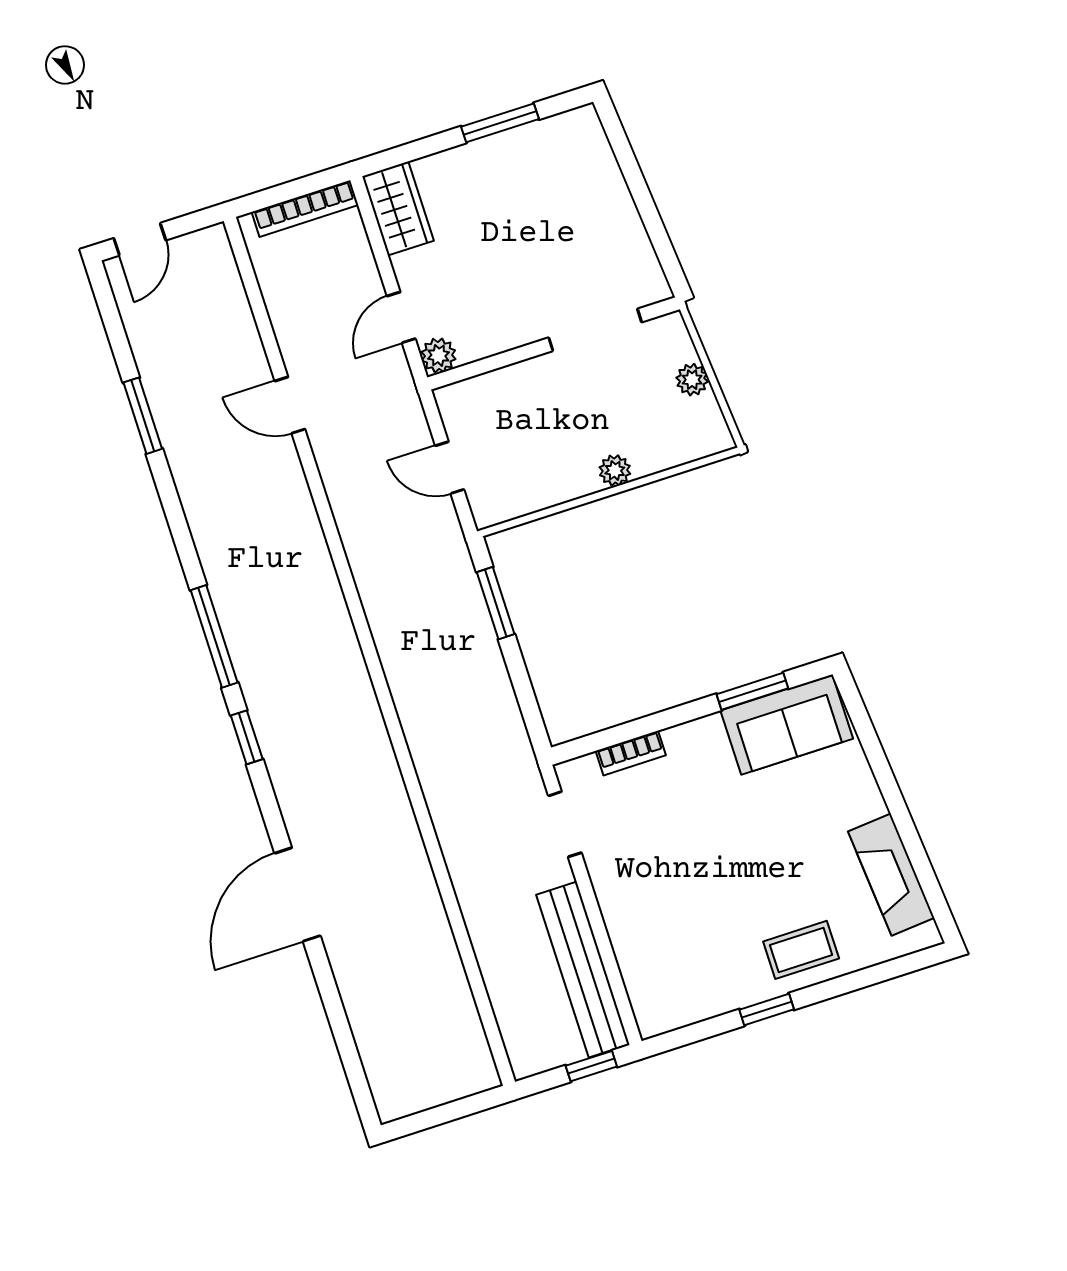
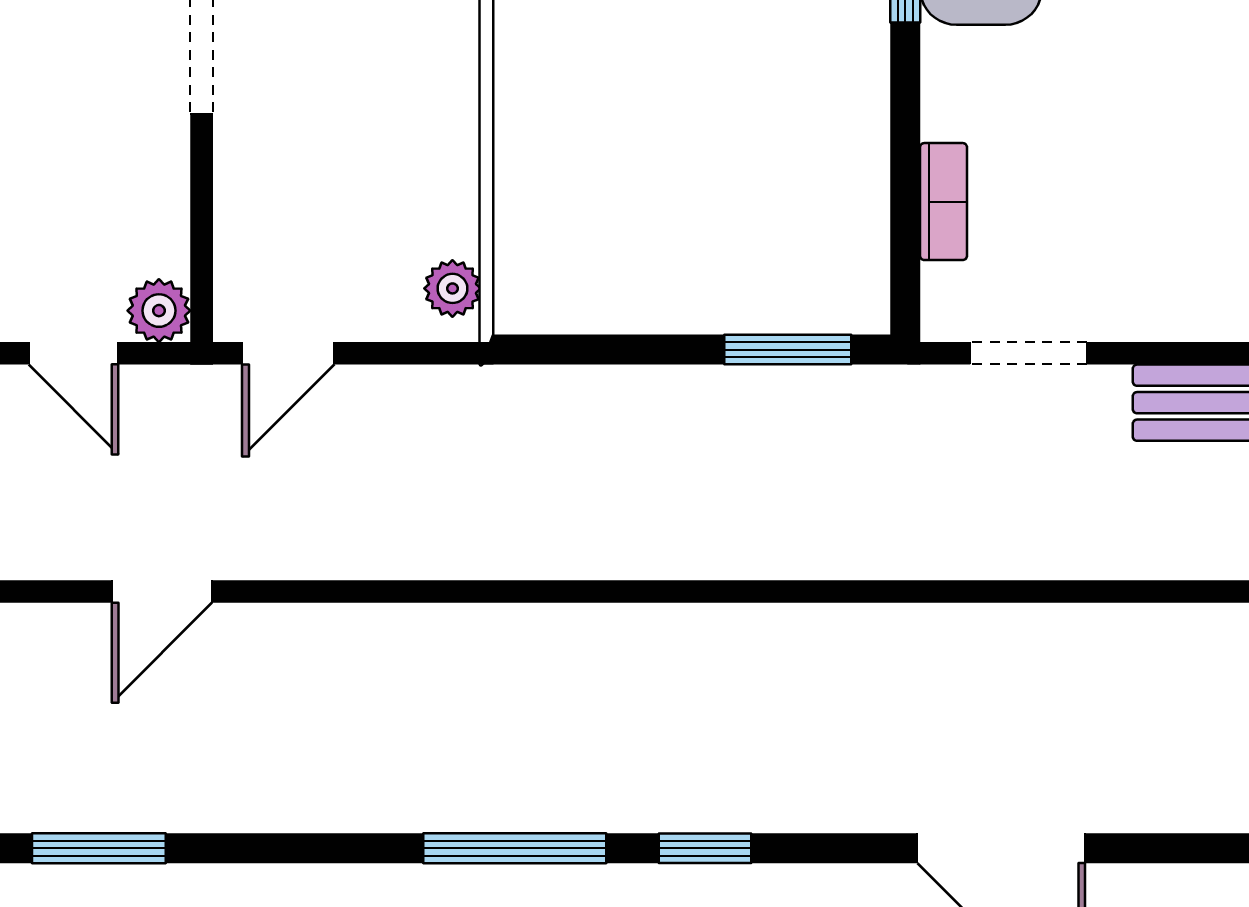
door: (450, 468) -> (288, 353), moved
plant: (615, 471) -> (452, 288), moved
window: (496, 603) -> (788, 350), moved

